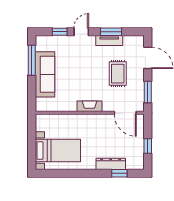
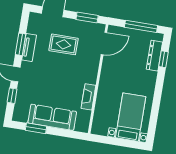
window: (32, 60) -> (36, 128), width x0.69
fireplace: (89, 106) -> (88, 97), moved
window: (148, 146) -> (141, 26), width x2.17
dresser: (111, 164) -> (154, 56), moved

